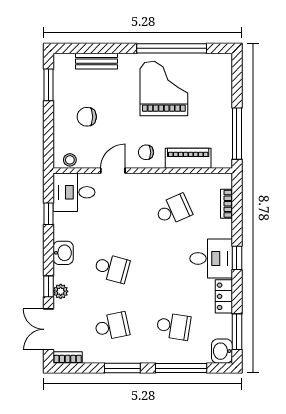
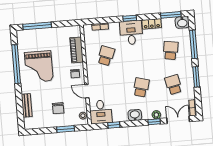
window: (48, 85) -> (66, 129), moved
grand piano: (164, 88) -> (39, 67), turned -90
window: (237, 134) -> (37, 26), moved
school desk: (174, 210) -> (106, 56), turned 45
double door: (48, 329) -> (178, 120), swing flipped

